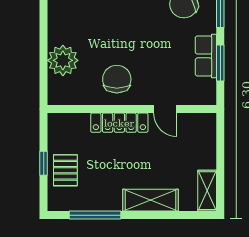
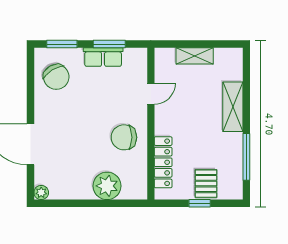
locker: (119, 123) -> (163, 162), moved
pallet: (65, 170) -> (206, 184), turned 90
shelving: (207, 191) -> (195, 56), moved

